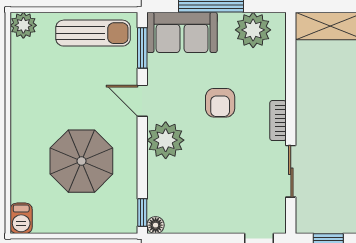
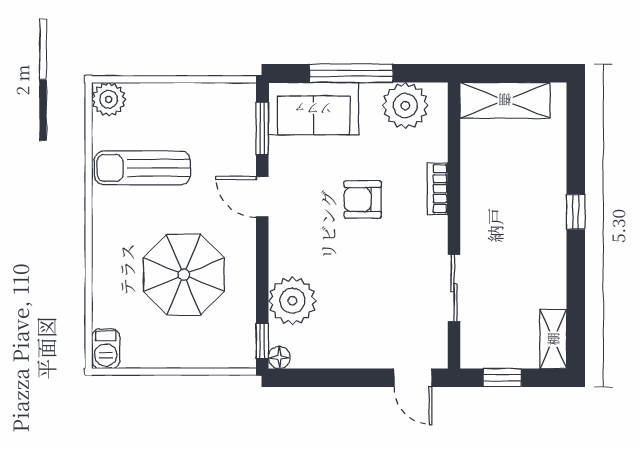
sun lounger: (93, 33) -> (142, 168), moved, turned 180
armchair: (220, 103) -> (363, 199), turned 90
bookcase: (278, 121) -> (437, 189), moved
plant: (166, 140) -> (292, 301), moved

